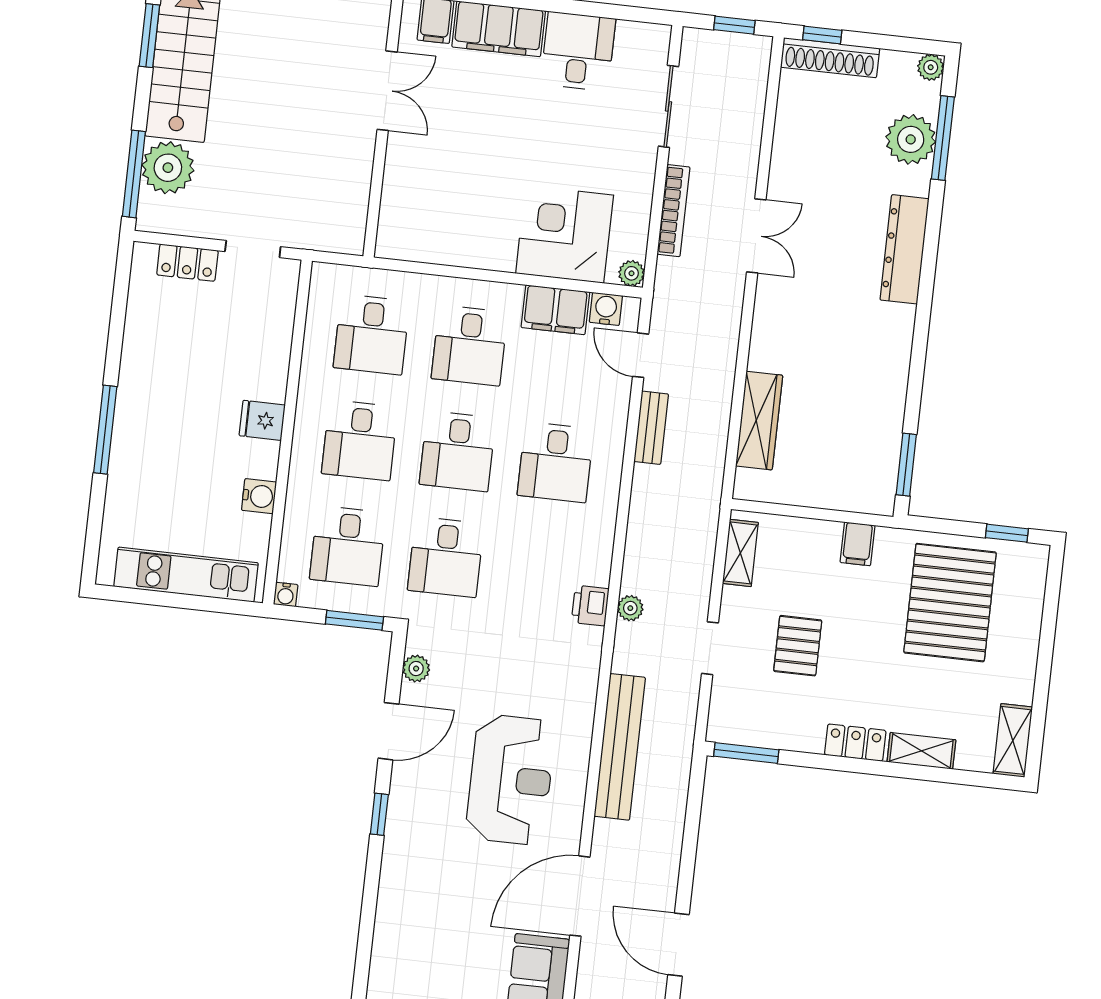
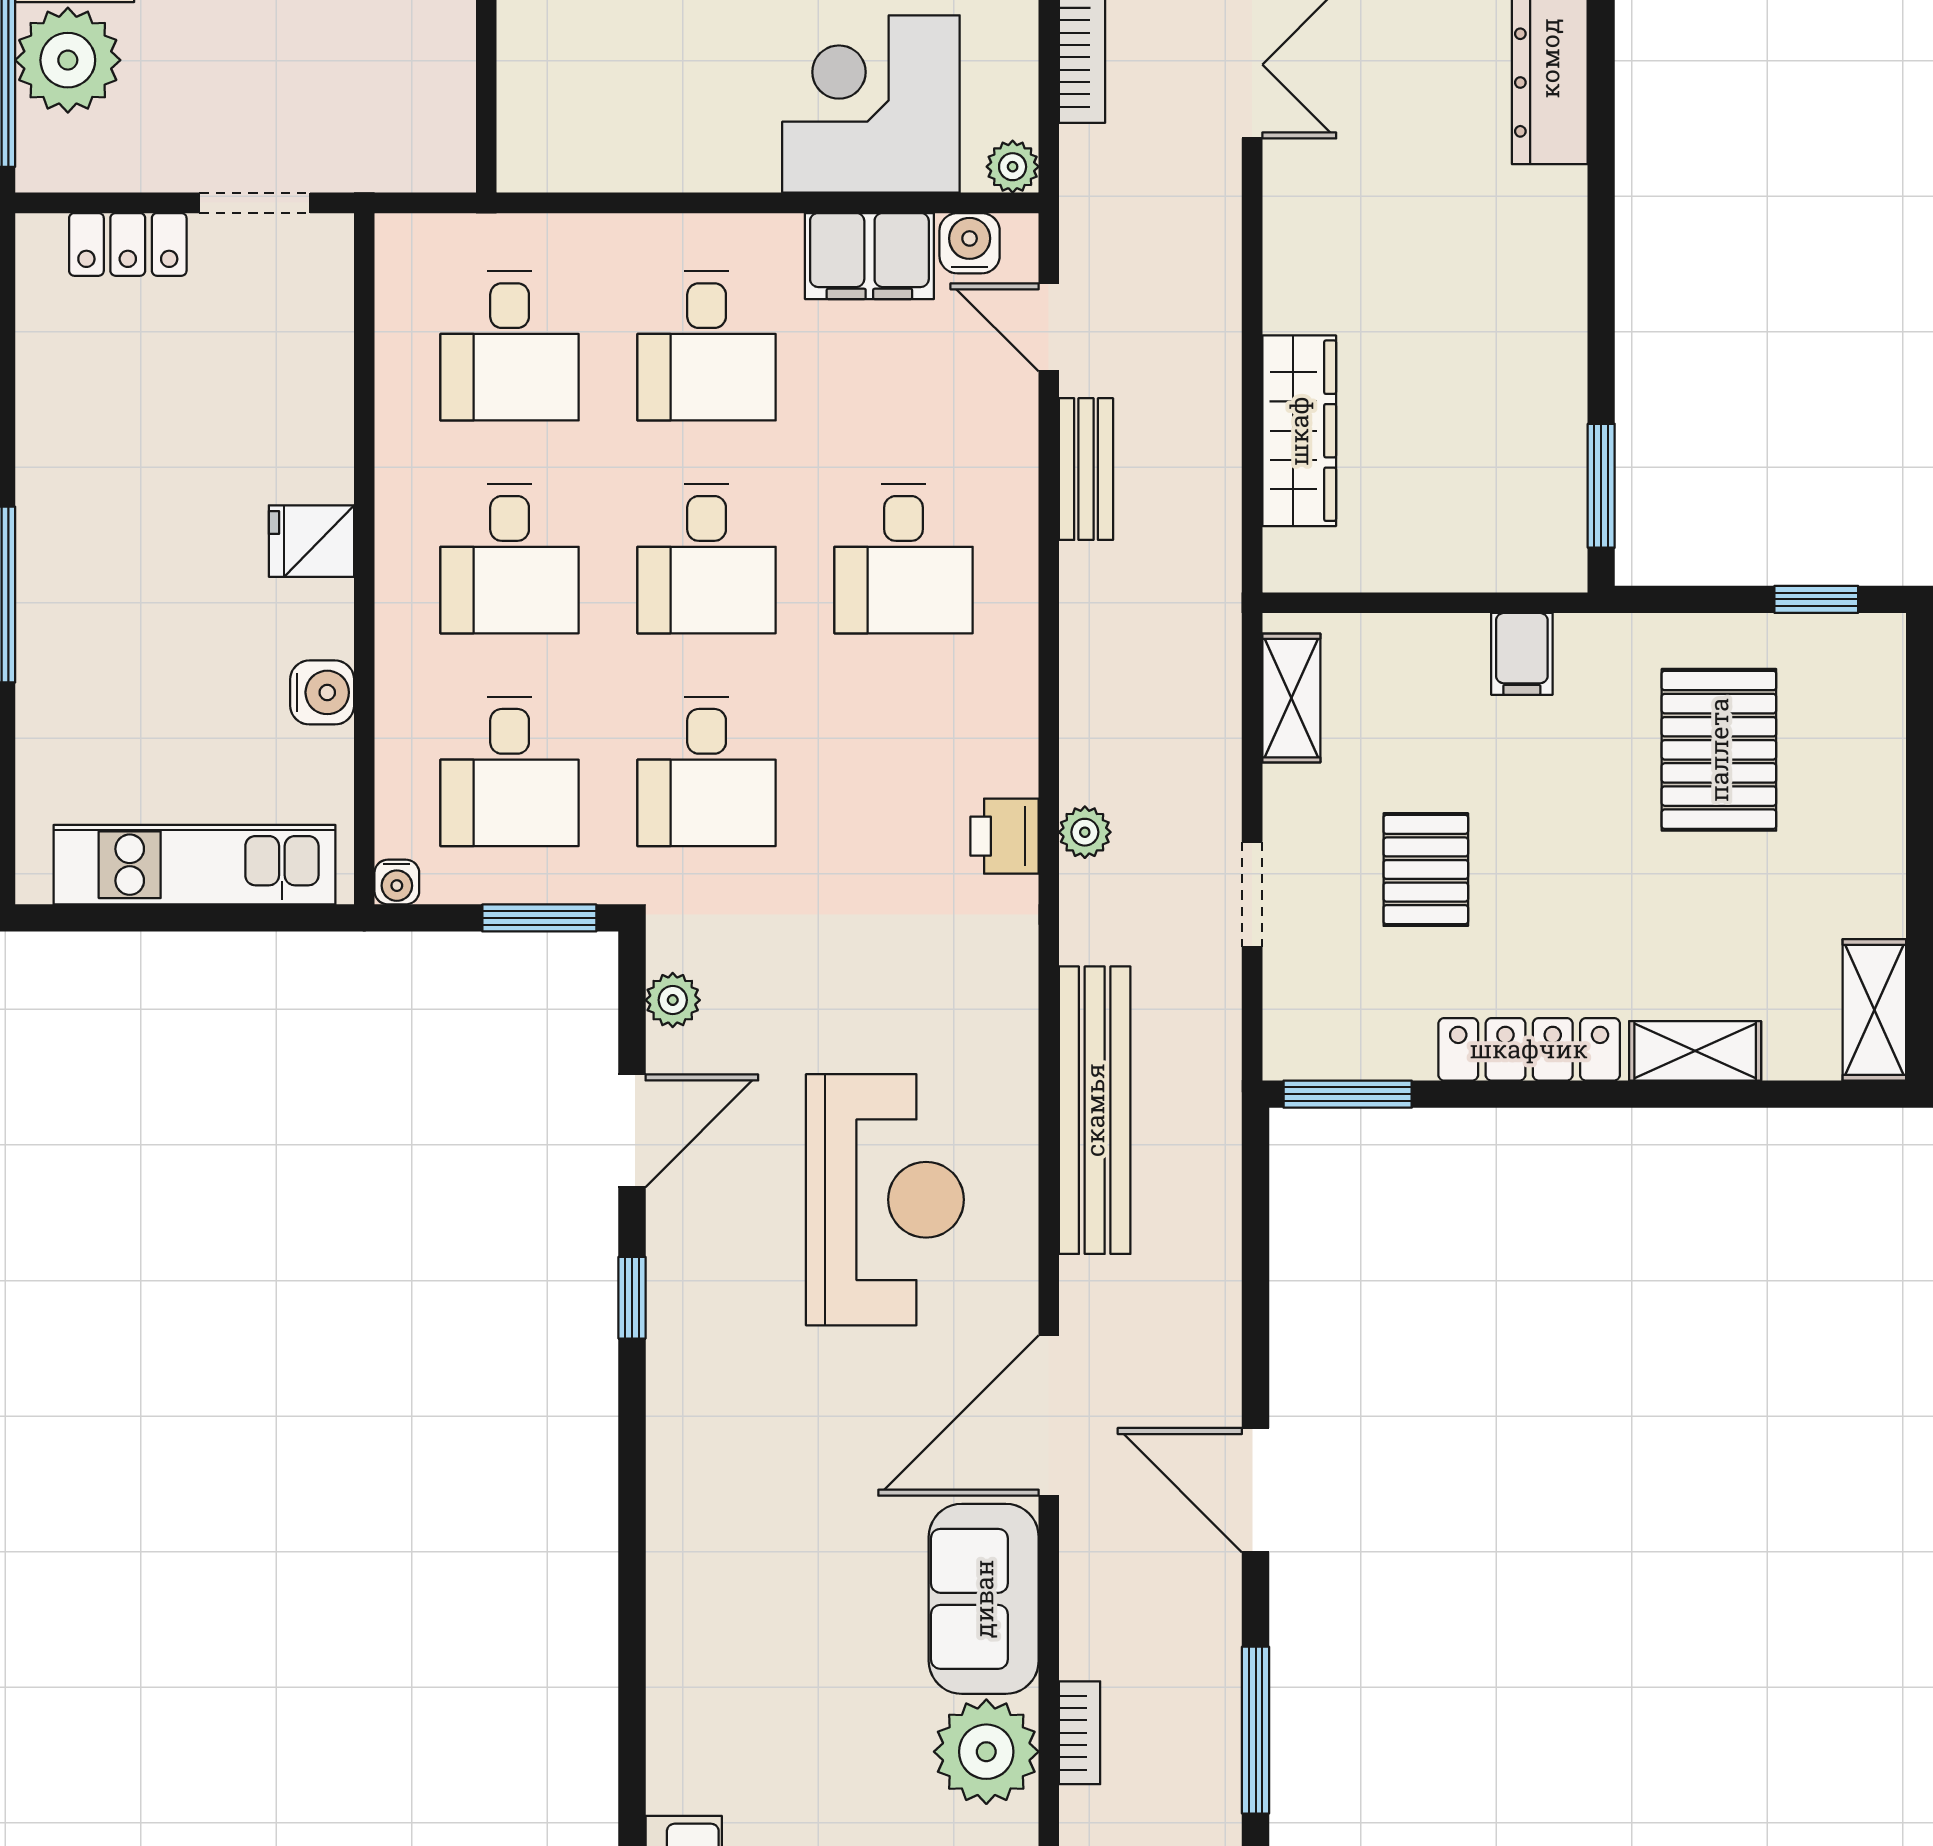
pallet: (950, 603) -> (1719, 750), width x0.73, depth x0.71
locker: (855, 743) -> (1529, 1049), width x1.53

